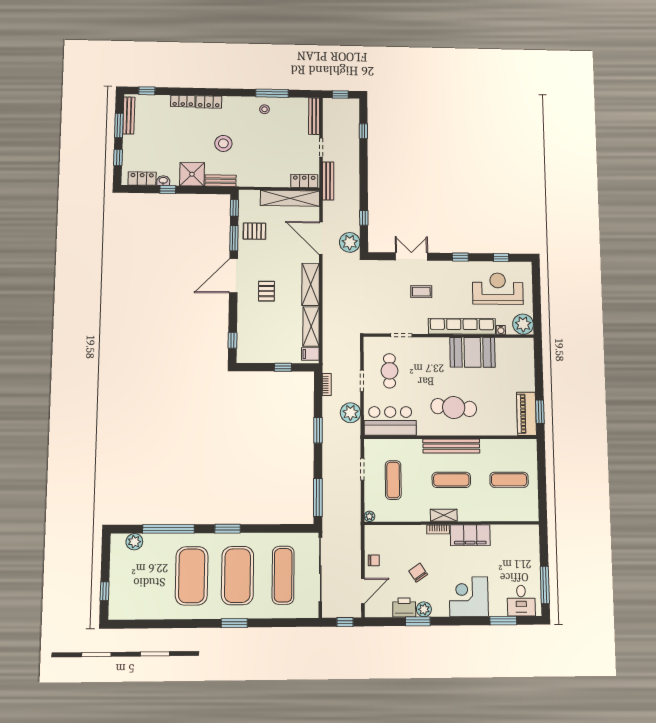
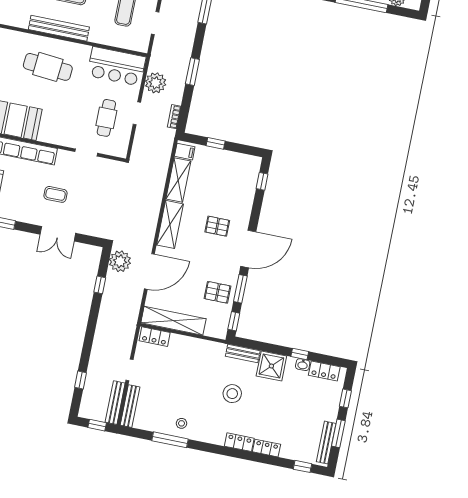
bench: (328, 181) -> (115, 403), moved
door: (321, 238) -> (149, 271), hinge flipped
pallet: (266, 291) -> (217, 226), turned 90

